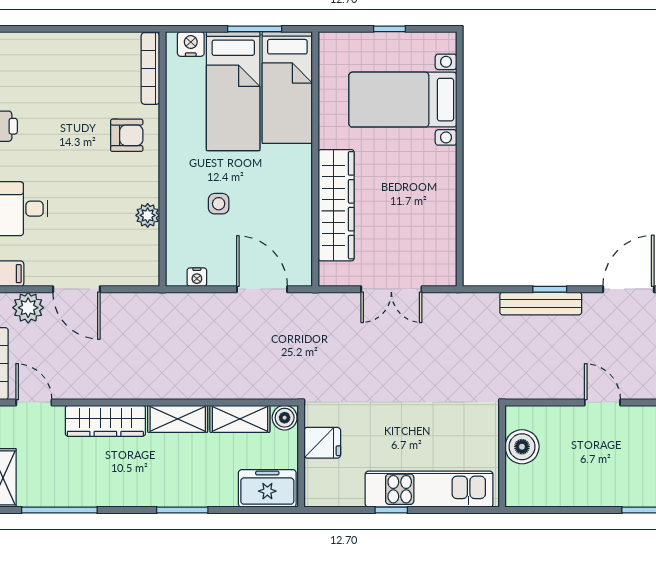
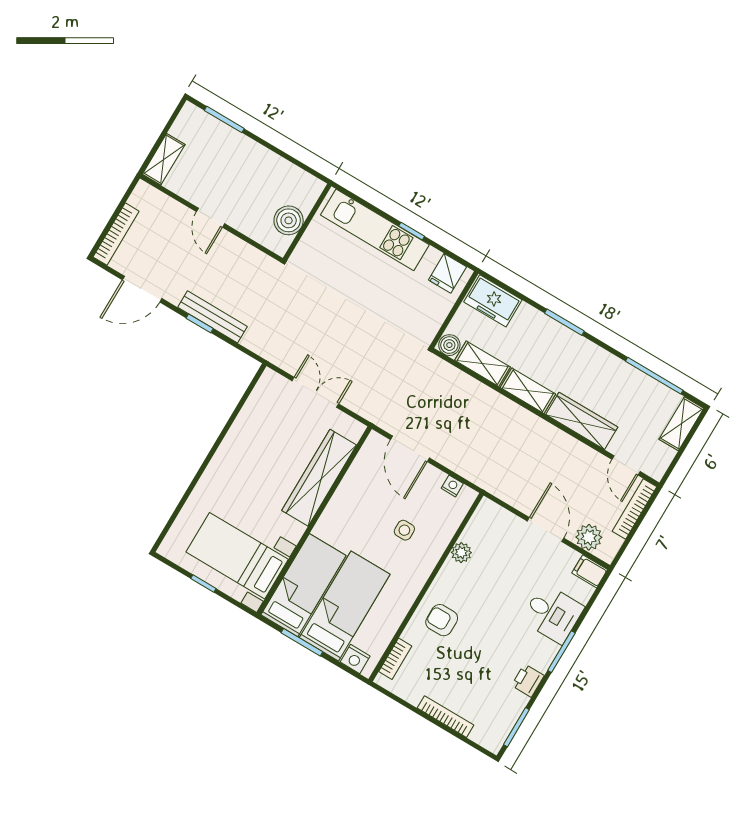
bookcase: (65, 40) -> (445, 717), added
bookcase: (150, 68) -> (395, 659), width x0.64
bed with nightstands: (403, 100) -> (237, 556), moved, turned 180
fridge: (322, 443) -> (447, 273), moved, turned -90

